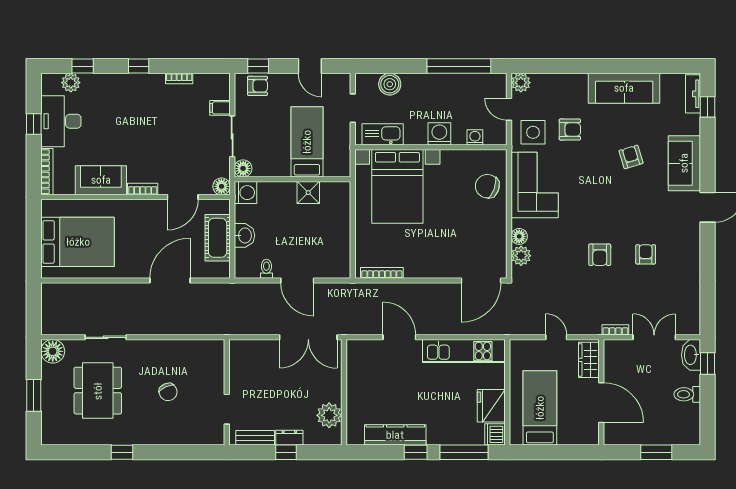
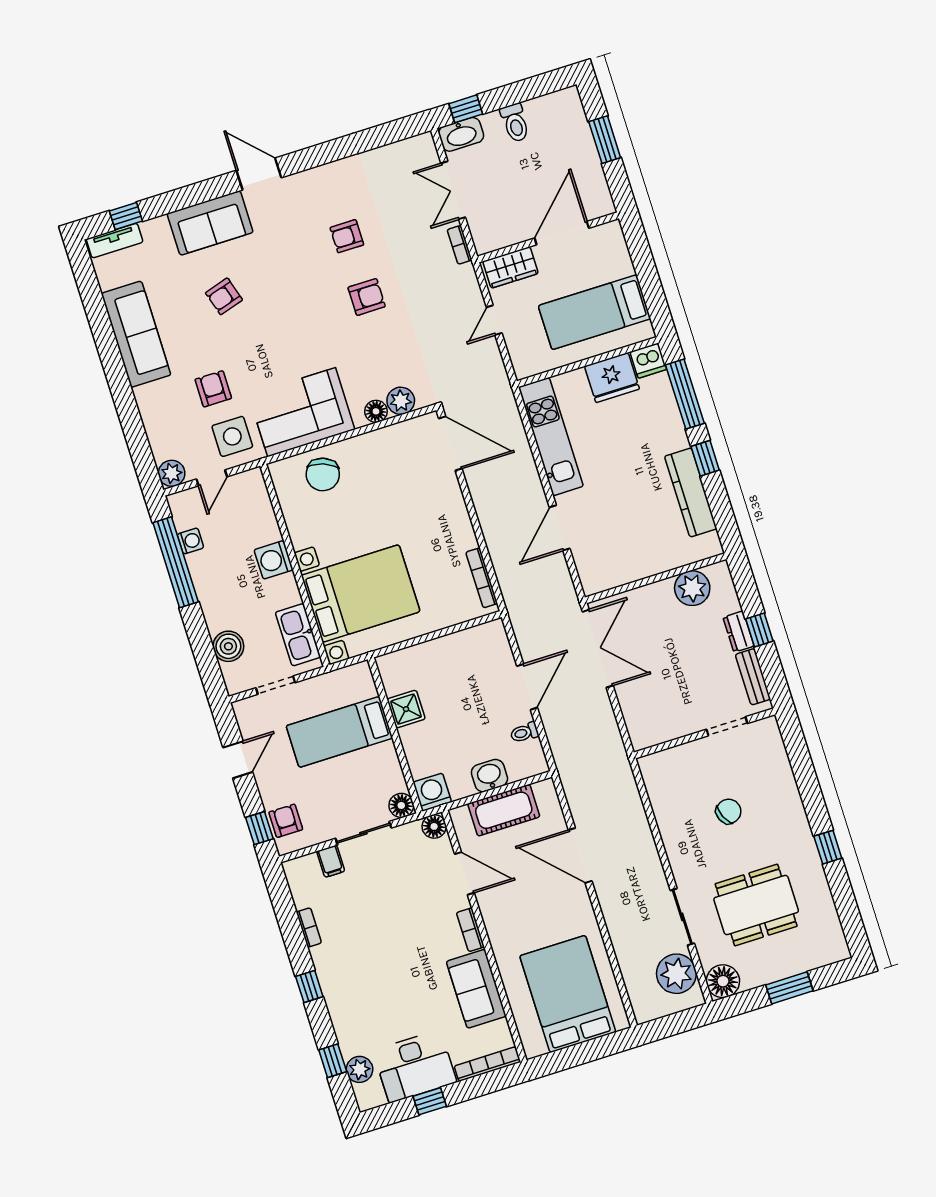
washing machine: (475, 137) -> (190, 541), moved, turned 180
plant: (68, 321) -> (676, 974), added

